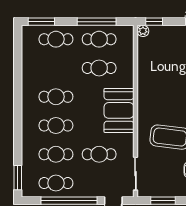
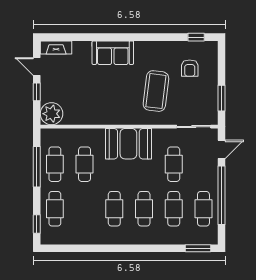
window: (41, 22) -> (37, 224), width x0.67
window: (154, 22) -> (37, 92), moved
plant: (143, 31) -> (52, 114), width x1.88, depth x1.88

